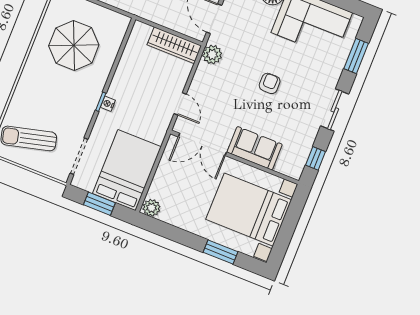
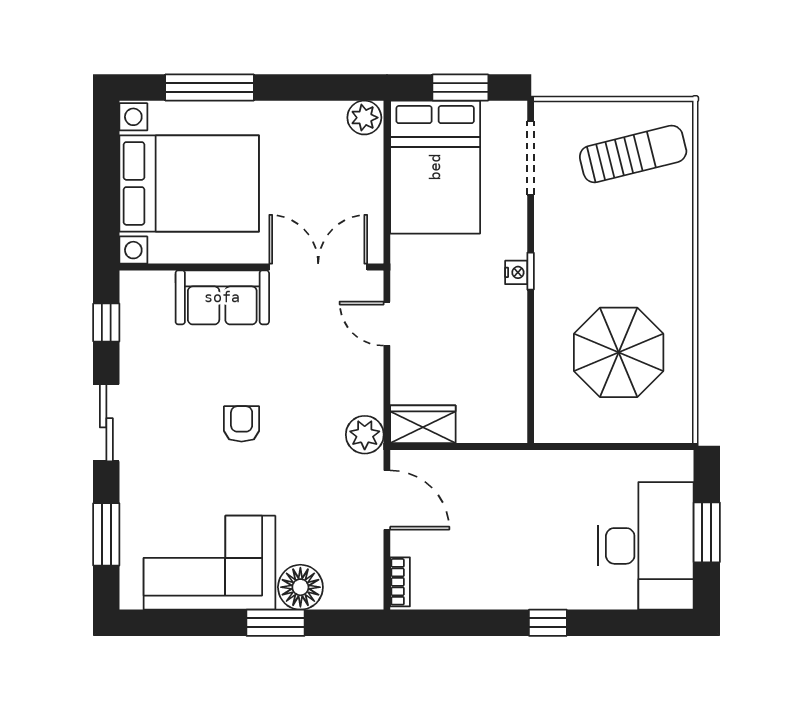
wardrobe: (174, 45) -> (423, 424), width x0.67
armchair: (270, 83) -> (242, 424), turned 180
window: (220, 252) -> (210, 88), width x1.44

